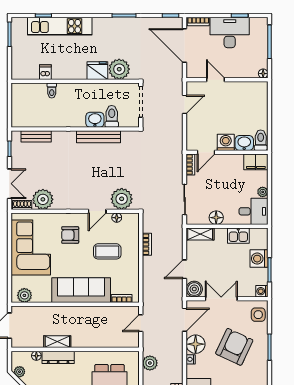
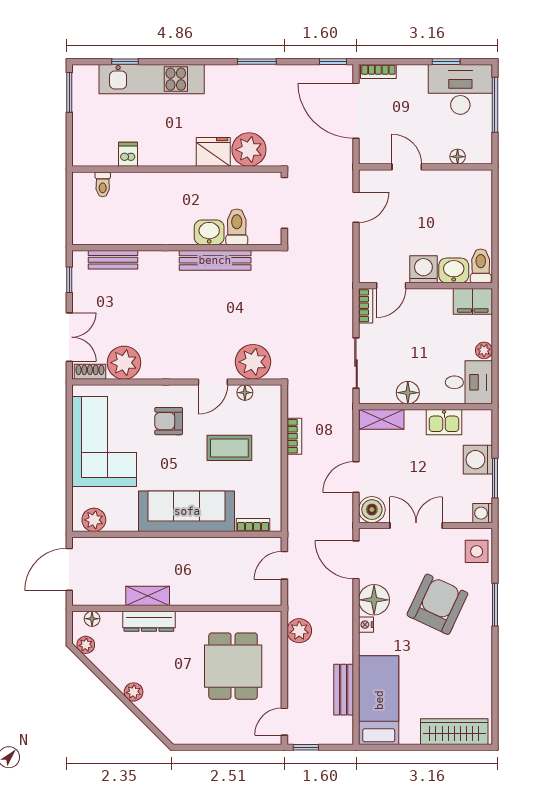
desk: (230, 32) -> (460, 89), moved
floor lamp: (263, 74) -> (458, 157), moved
toilet: (52, 90) -> (103, 184), moved
door: (185, 320) -> (356, 560), swing flipped
floor lamp: (36, 356) -> (92, 619), moved

